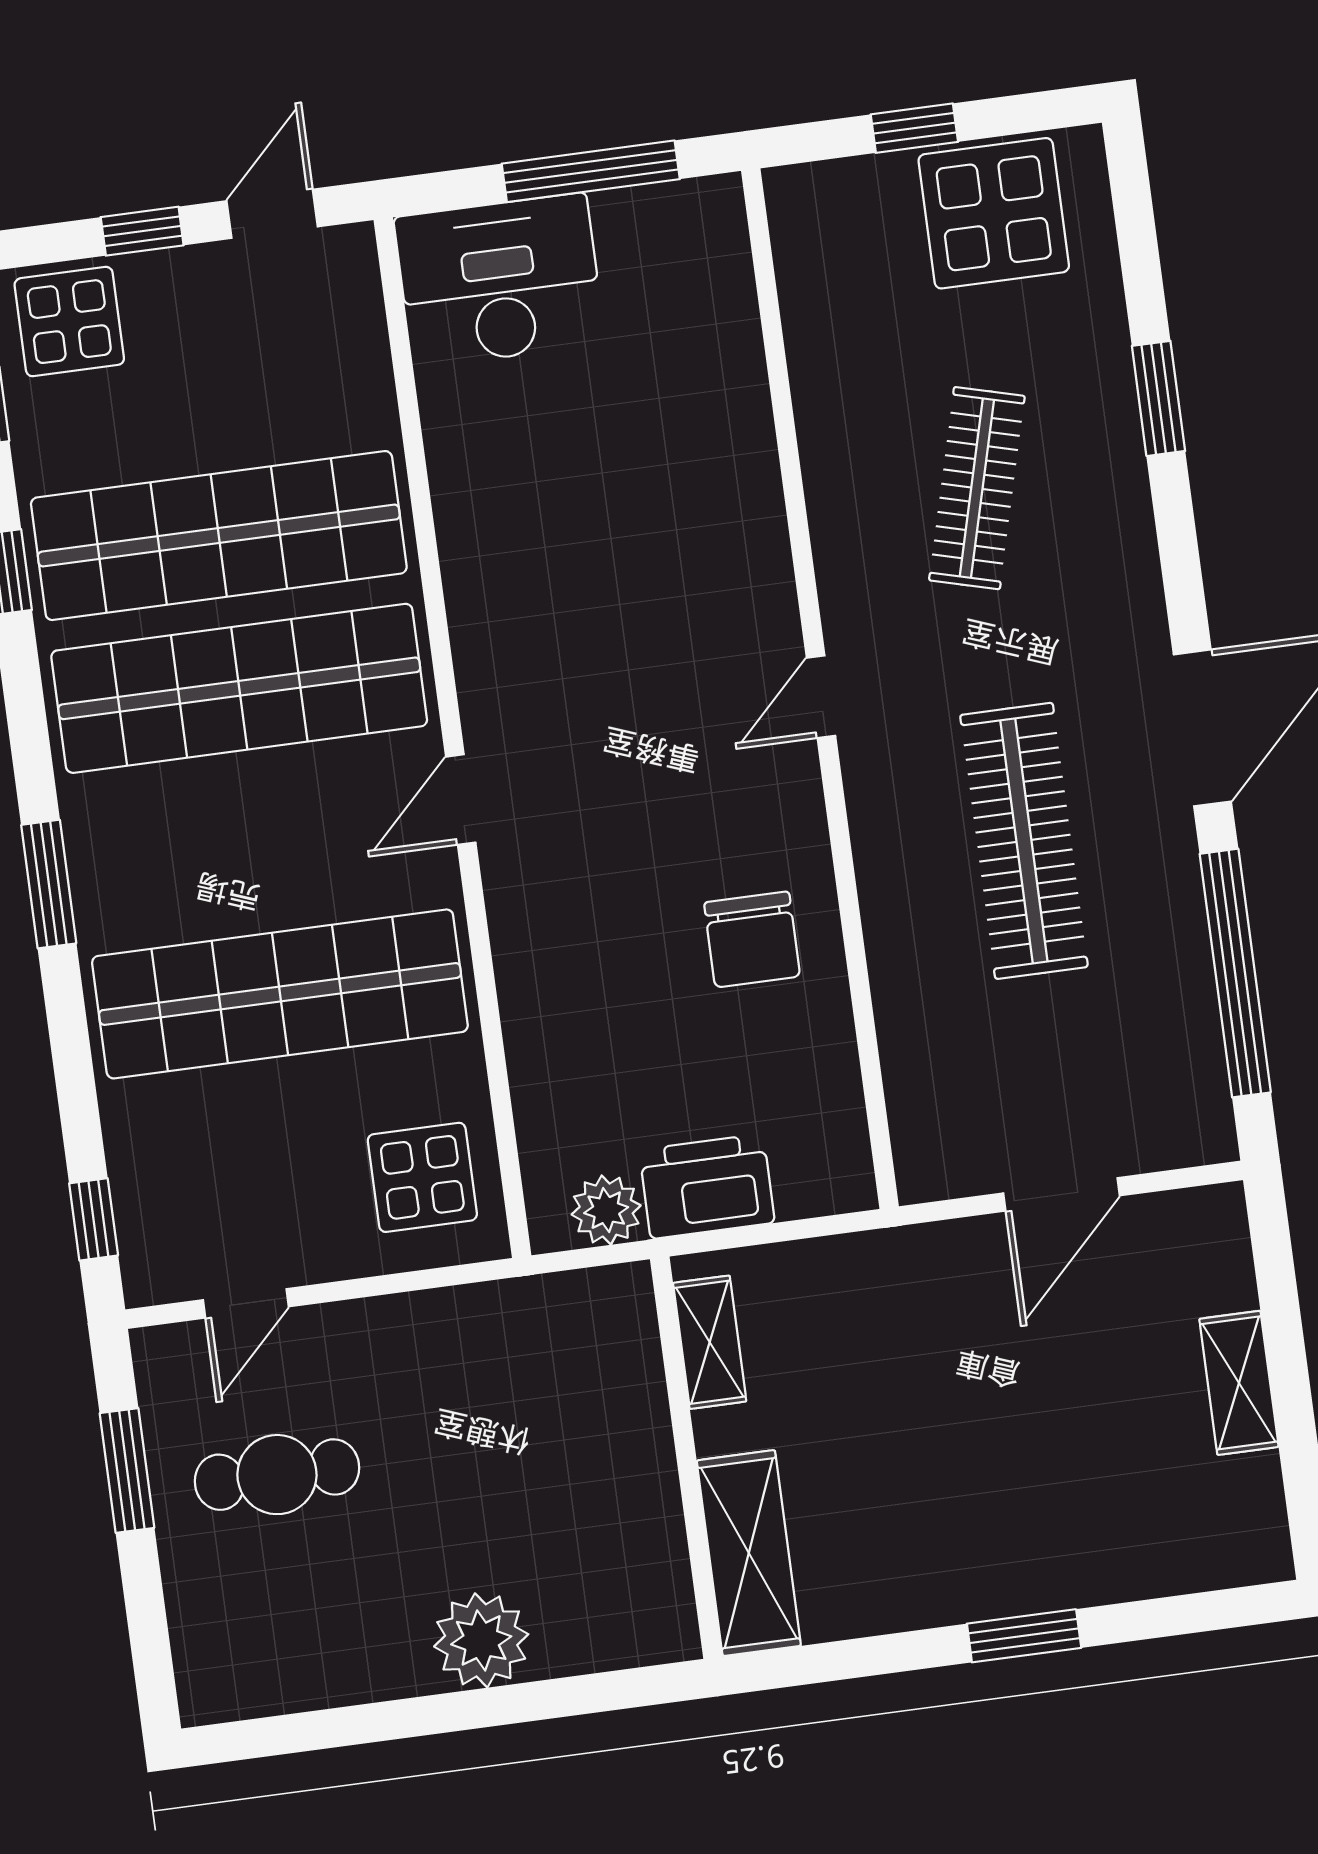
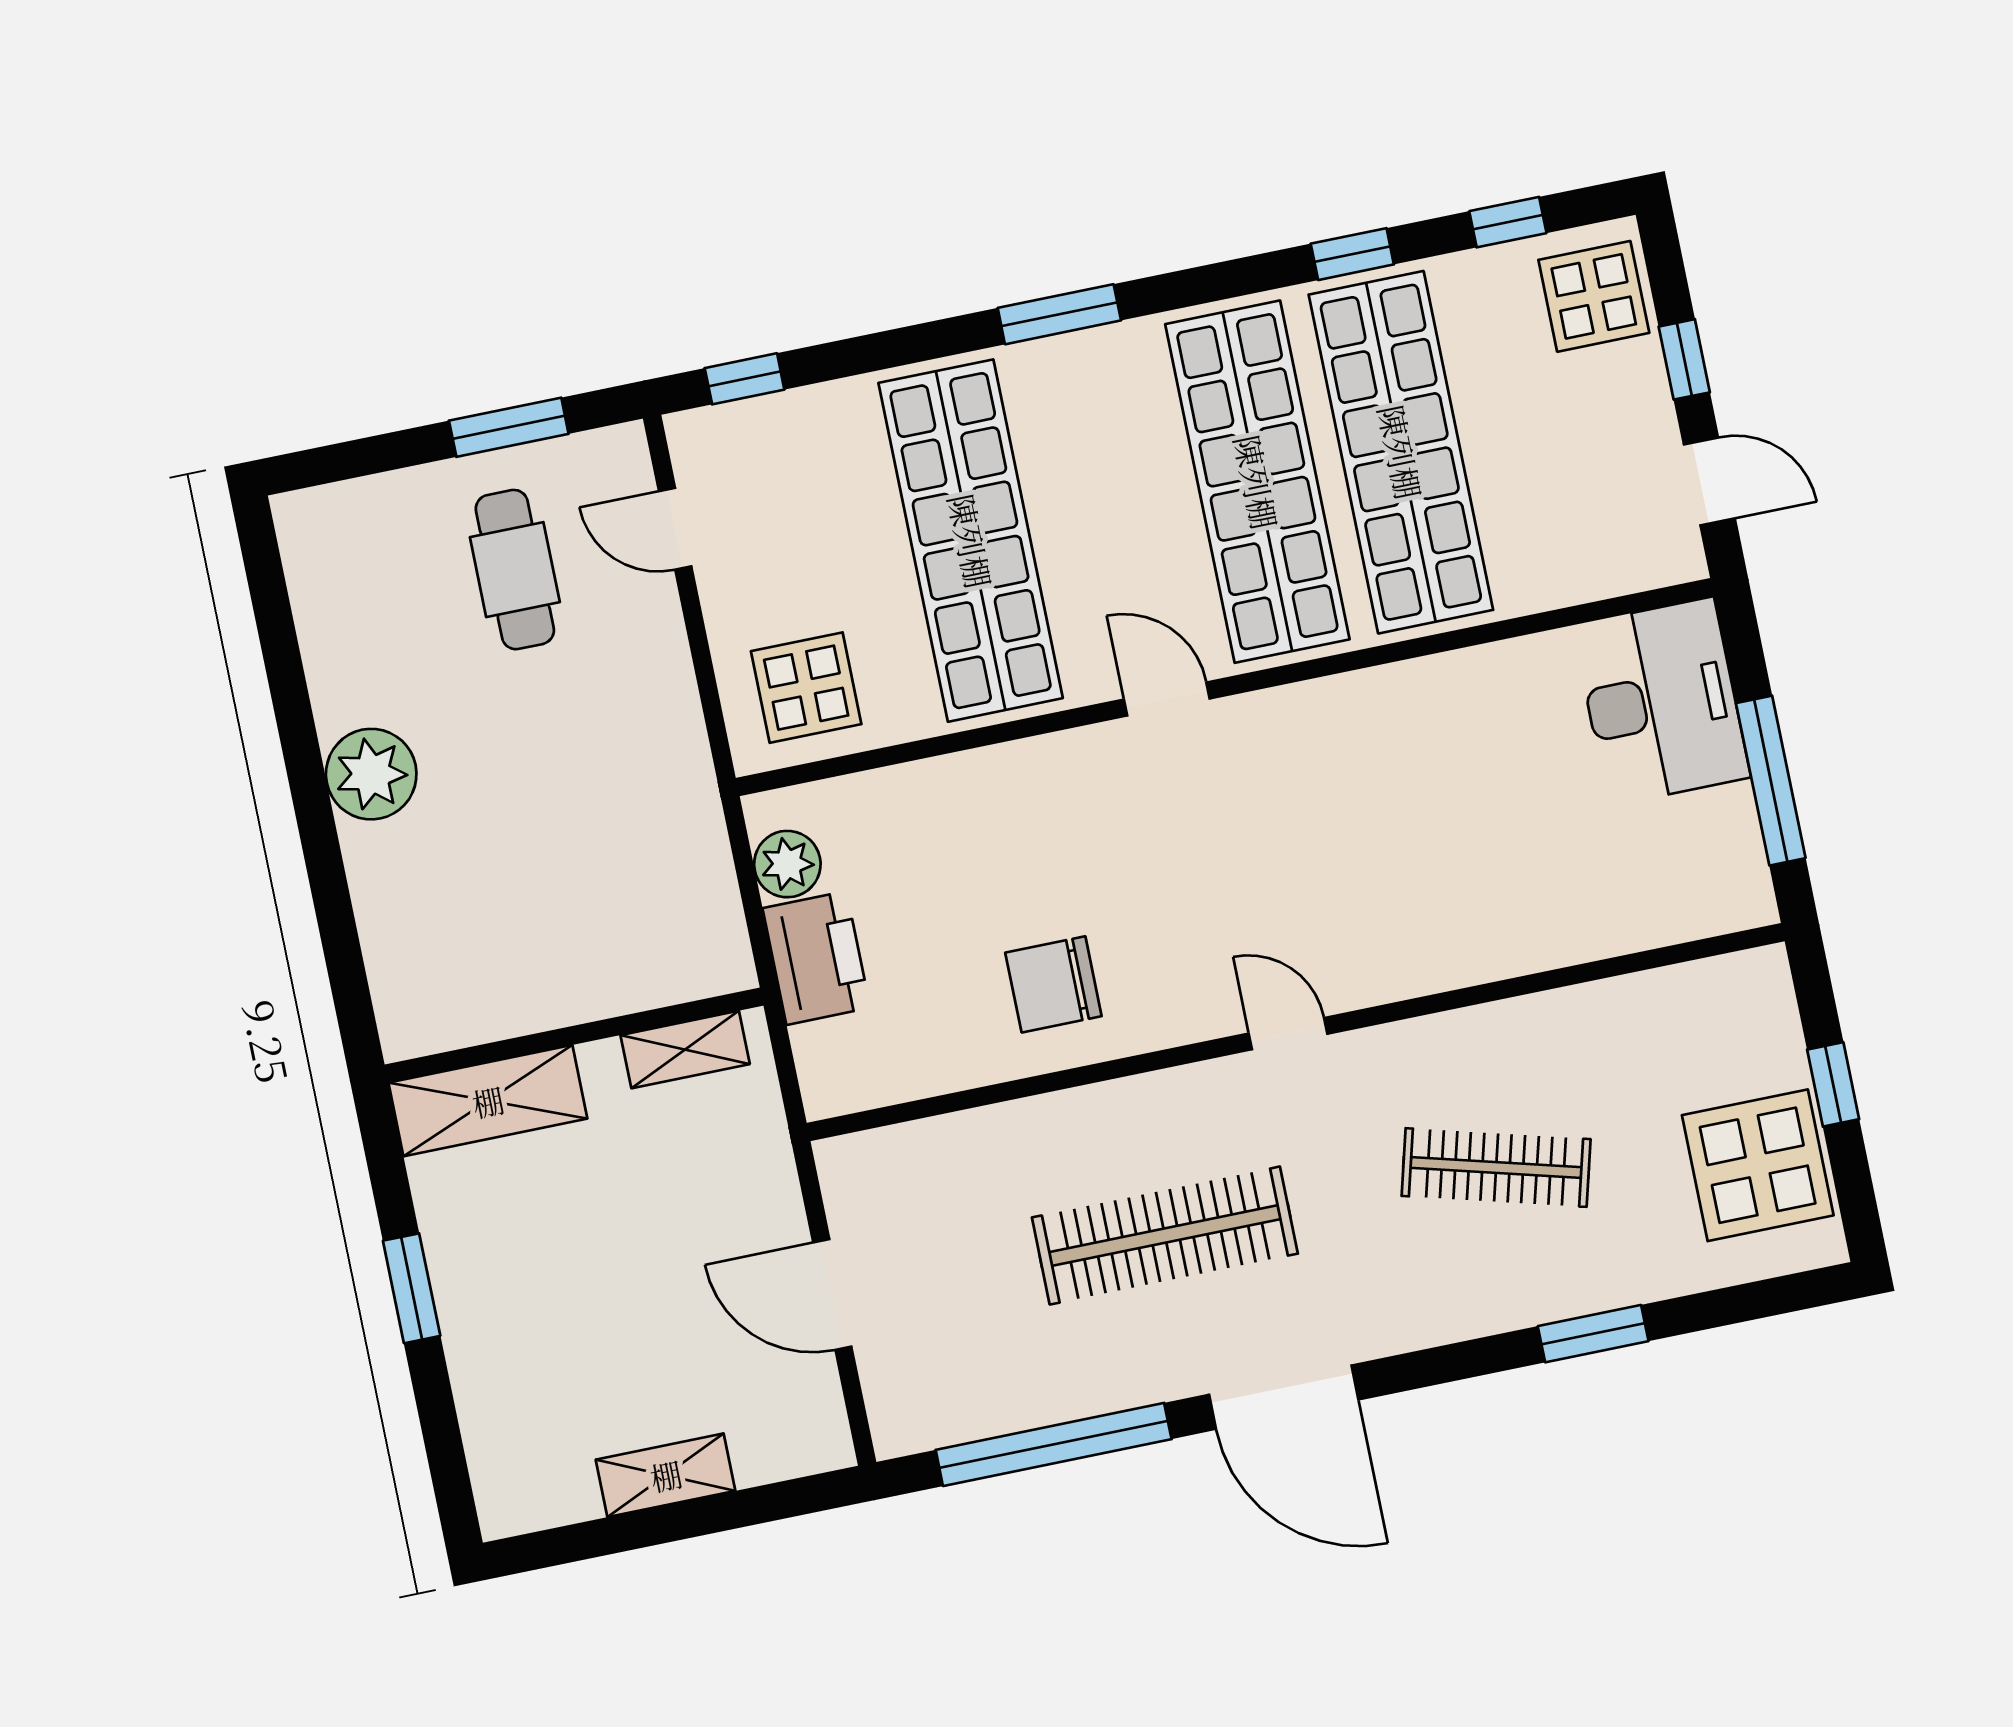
shelving: (710, 1342) -> (685, 1050), moved
wall: (686, 1458) -> (574, 1035), moved
shelving: (749, 1553) -> (488, 1101), moved

